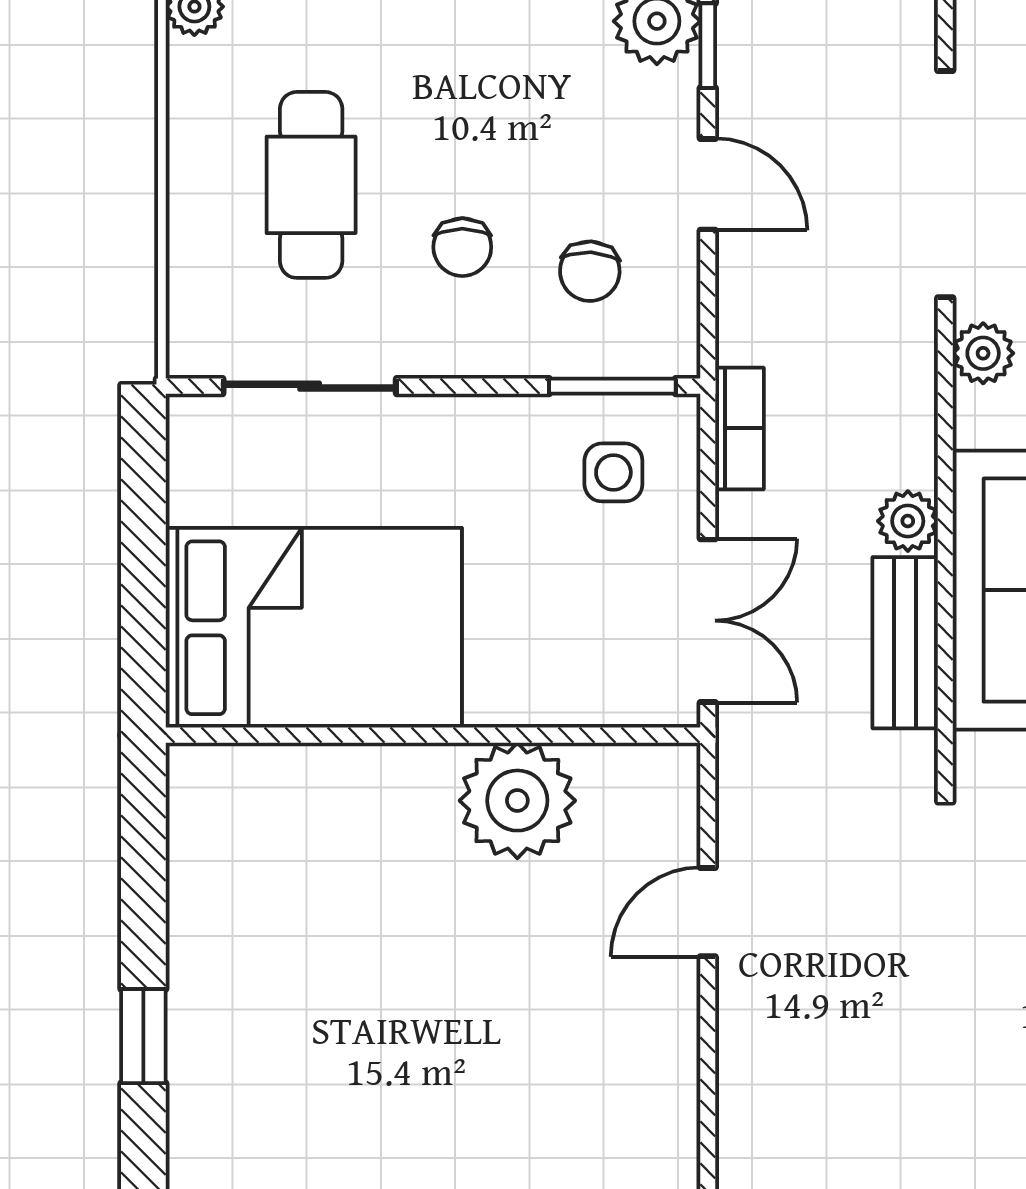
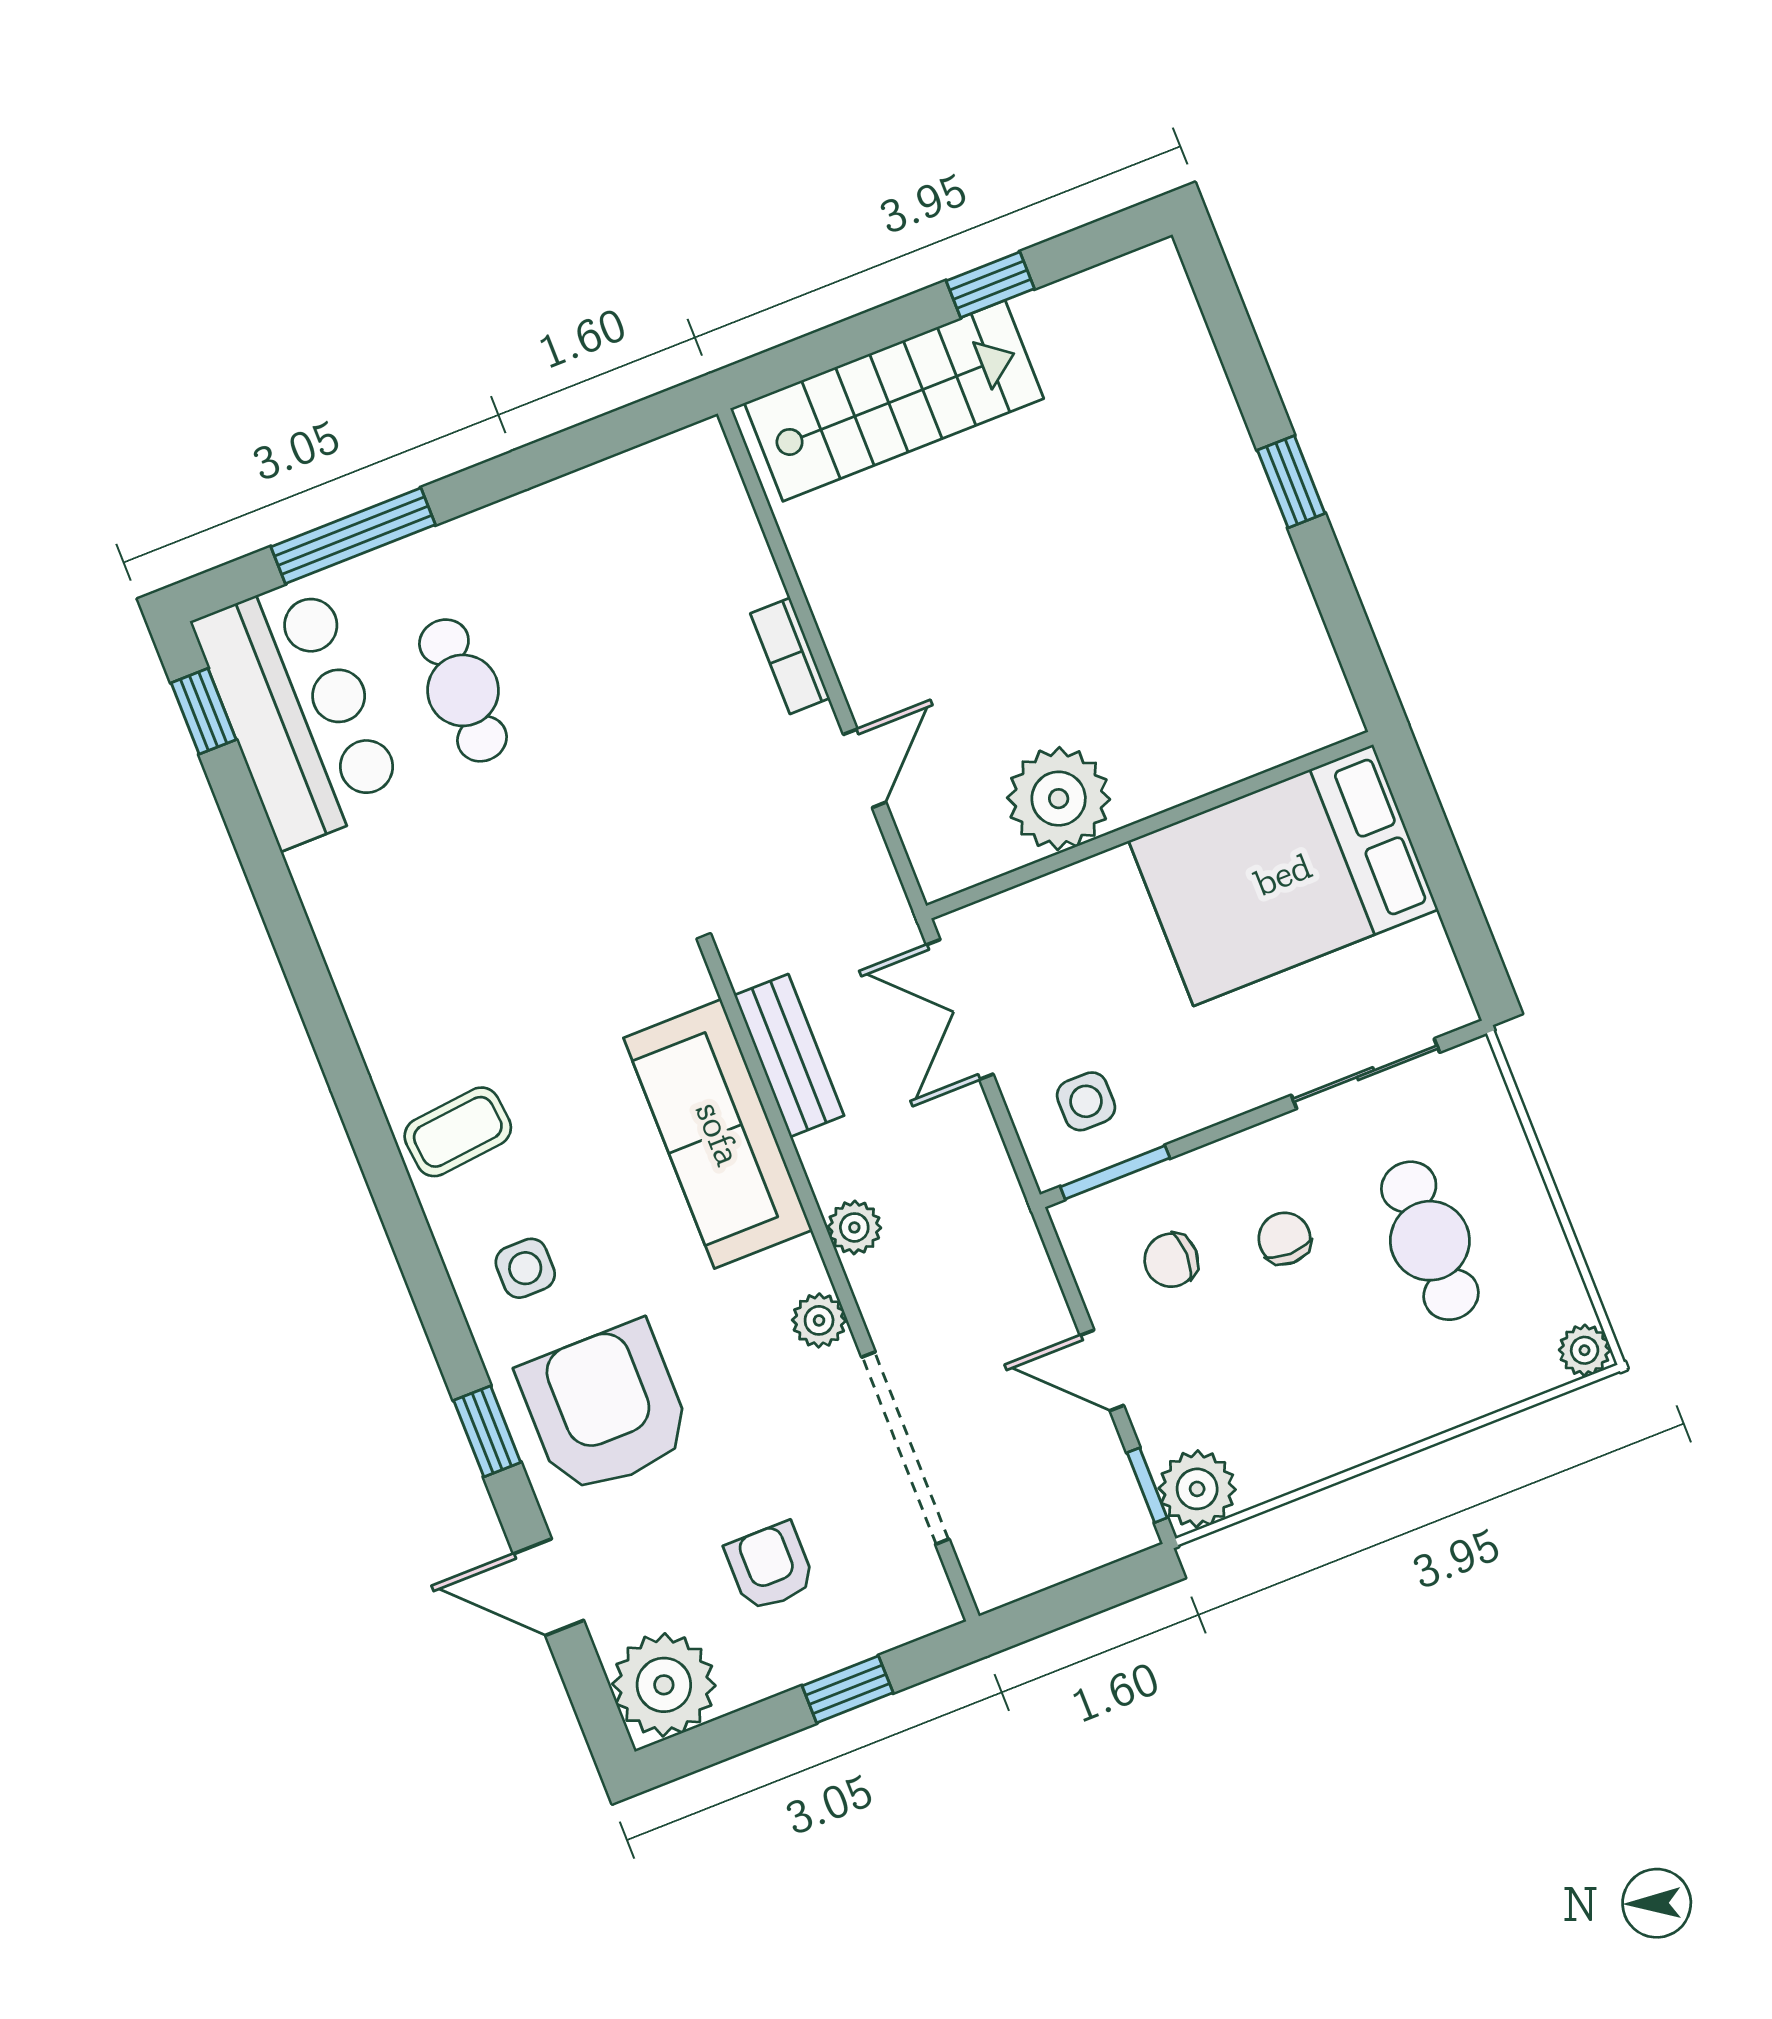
chair: (590, 271) -> (1171, 1260), turned -93
bookcase: (739, 428) -> (790, 656), moved
plant: (908, 521) -> (854, 1227), moved

